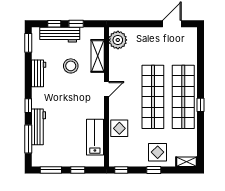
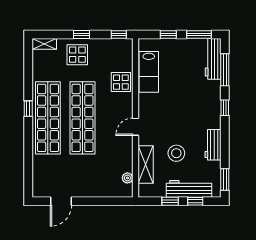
plant: (118, 40) -> (127, 178), width x0.53, depth x0.53
workbench: (38, 127) -> (213, 59), moved

